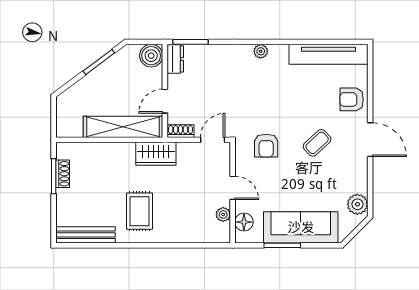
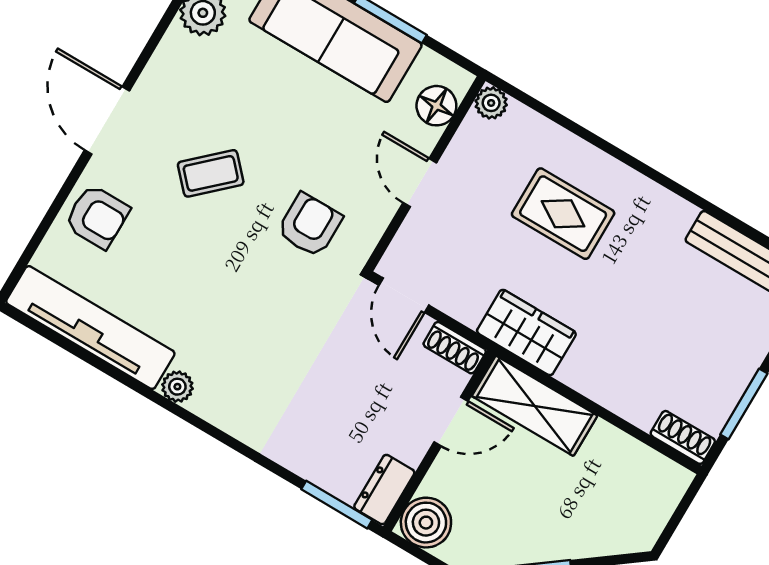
plant: (261, 51) -> (177, 387), moved
shelving: (123, 127) -> (535, 406), width x0.68
door: (213, 140) -> (404, 295), hinge flipped
shoe rack: (63, 174) -> (683, 437), moved, turned 90
rug: (140, 211) -> (563, 214), moved, turned 90
plant: (223, 214) -> (491, 103), moved

